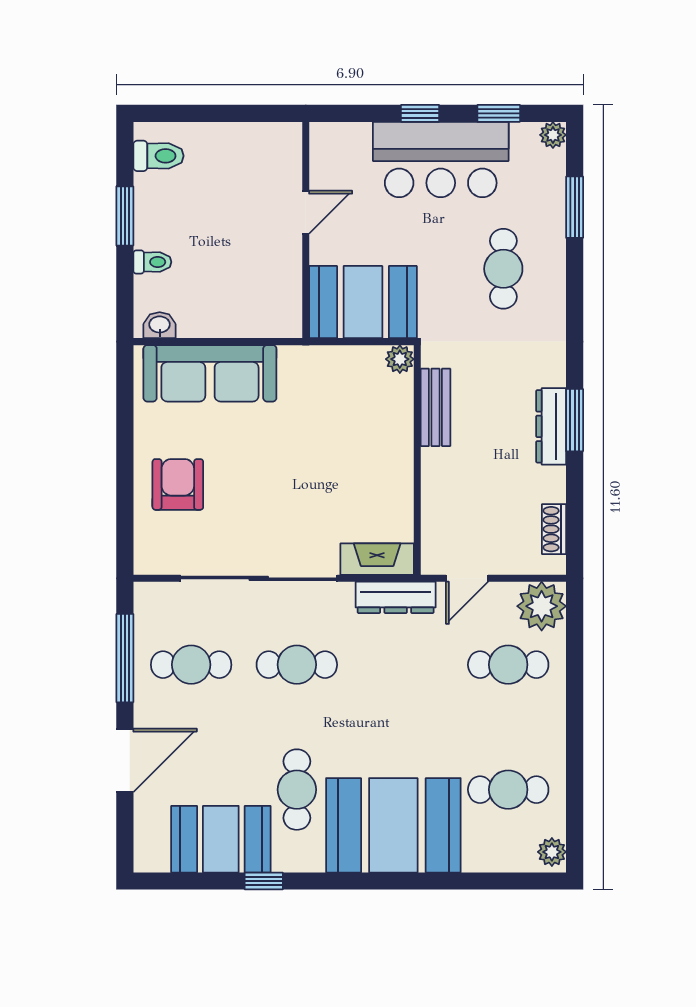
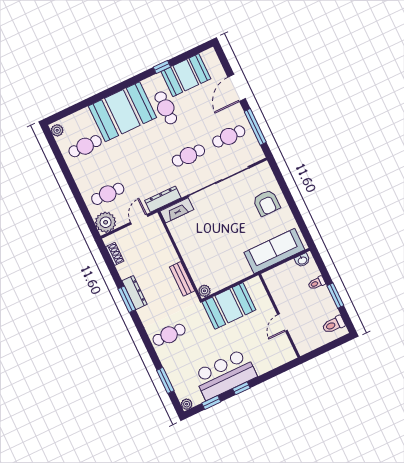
door: (306, 212) -> (283, 323), moved
wall: (306, 230) -> (279, 316), moved
cafe table: (503, 269) -> (169, 335), moved, turned 90

